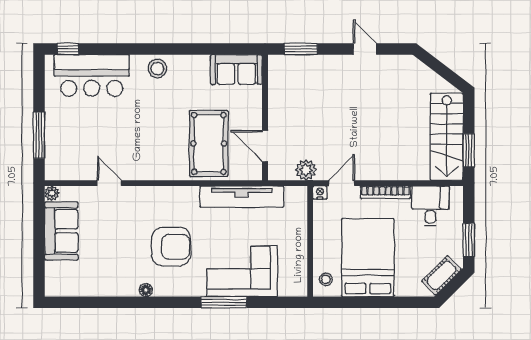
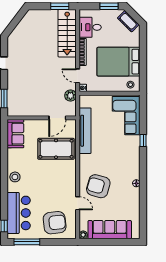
window: (39, 135) -> (27, 242), moved
stairs: (447, 137) -> (67, 33), moved, turned 90
armchair: (74, 141) -> (55, 223), added
door: (109, 183) -> (78, 203), swing flipped
sofa: (61, 231) -> (110, 230), width x1.36
armchair: (171, 247) -> (98, 186), moved, turned -74
corner sofa: (242, 271) -> (126, 116), moved
window: (224, 302) -> (143, 140), width x0.46

